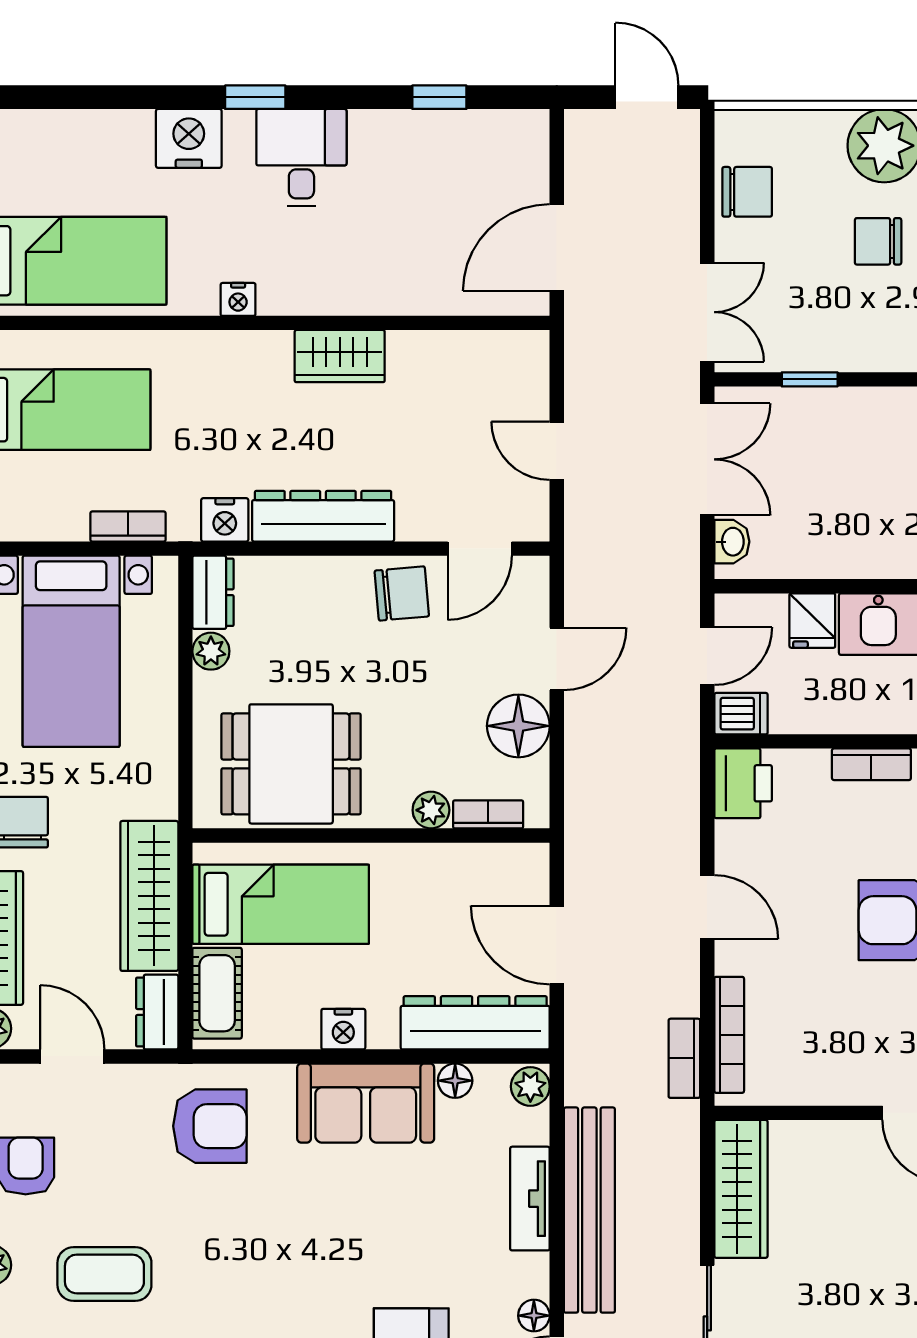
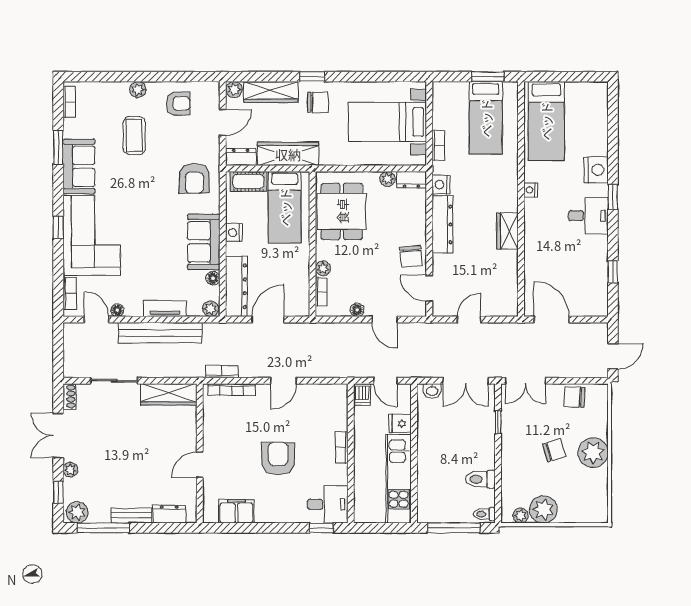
chair: (747, 192) -> (574, 397), turned 93
chair: (878, 241) -> (554, 450), turned 73
floor lamp: (518, 726) -> (357, 310), width x0.53, depth x0.53
printer: (743, 783) -> (334, 395), removed

